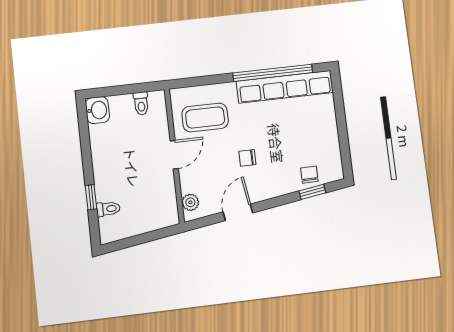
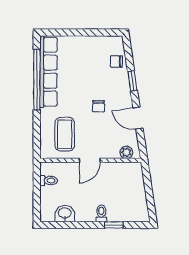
washbasin: (97, 110) -> (65, 213), moved
door: (174, 155) -> (90, 160), swing flipped
window: (312, 192) -> (132, 81), moved
toilet: (108, 209) -> (101, 213), moved

